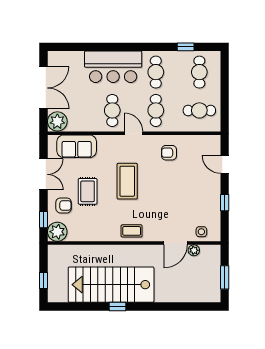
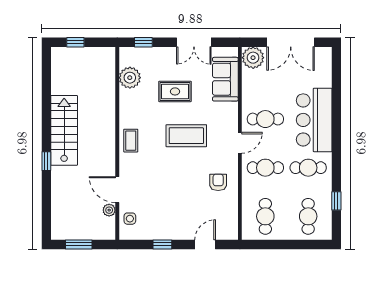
cafe table: (199, 72) -> (308, 216), turned 90
armchair: (64, 205) -> (159, 65), removed
plant: (57, 232) -> (130, 78), moved
stairs: (111, 285) -> (64, 130), width x0.73, depth x0.66
window: (118, 306) -> (46, 161), moved

